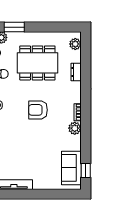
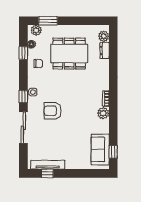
dresser: (76, 72) -> (105, 51), moved
armchair: (38, 110) -> (53, 111), moved
window: (14, 194) -> (47, 173), added

